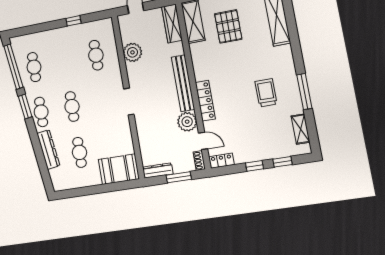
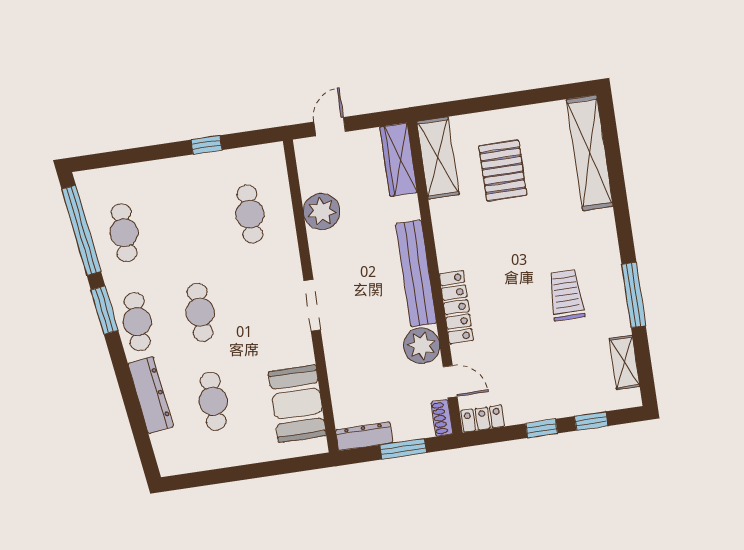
booth: (119, 169) -> (297, 404), moved, turned 90

